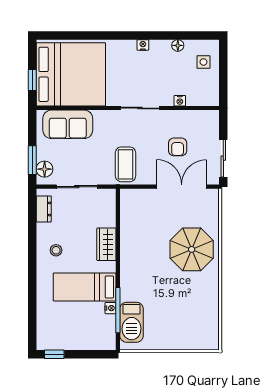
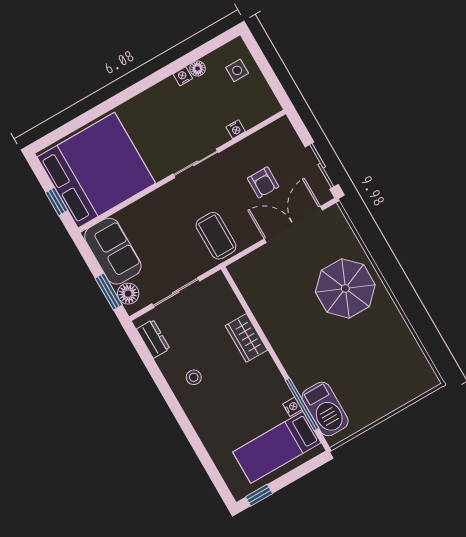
nightstand: (143, 45) -> (183, 76), moved
sofa: (68, 124) -> (113, 251), moved, turned -90
bed: (85, 287) -> (277, 447), moved

